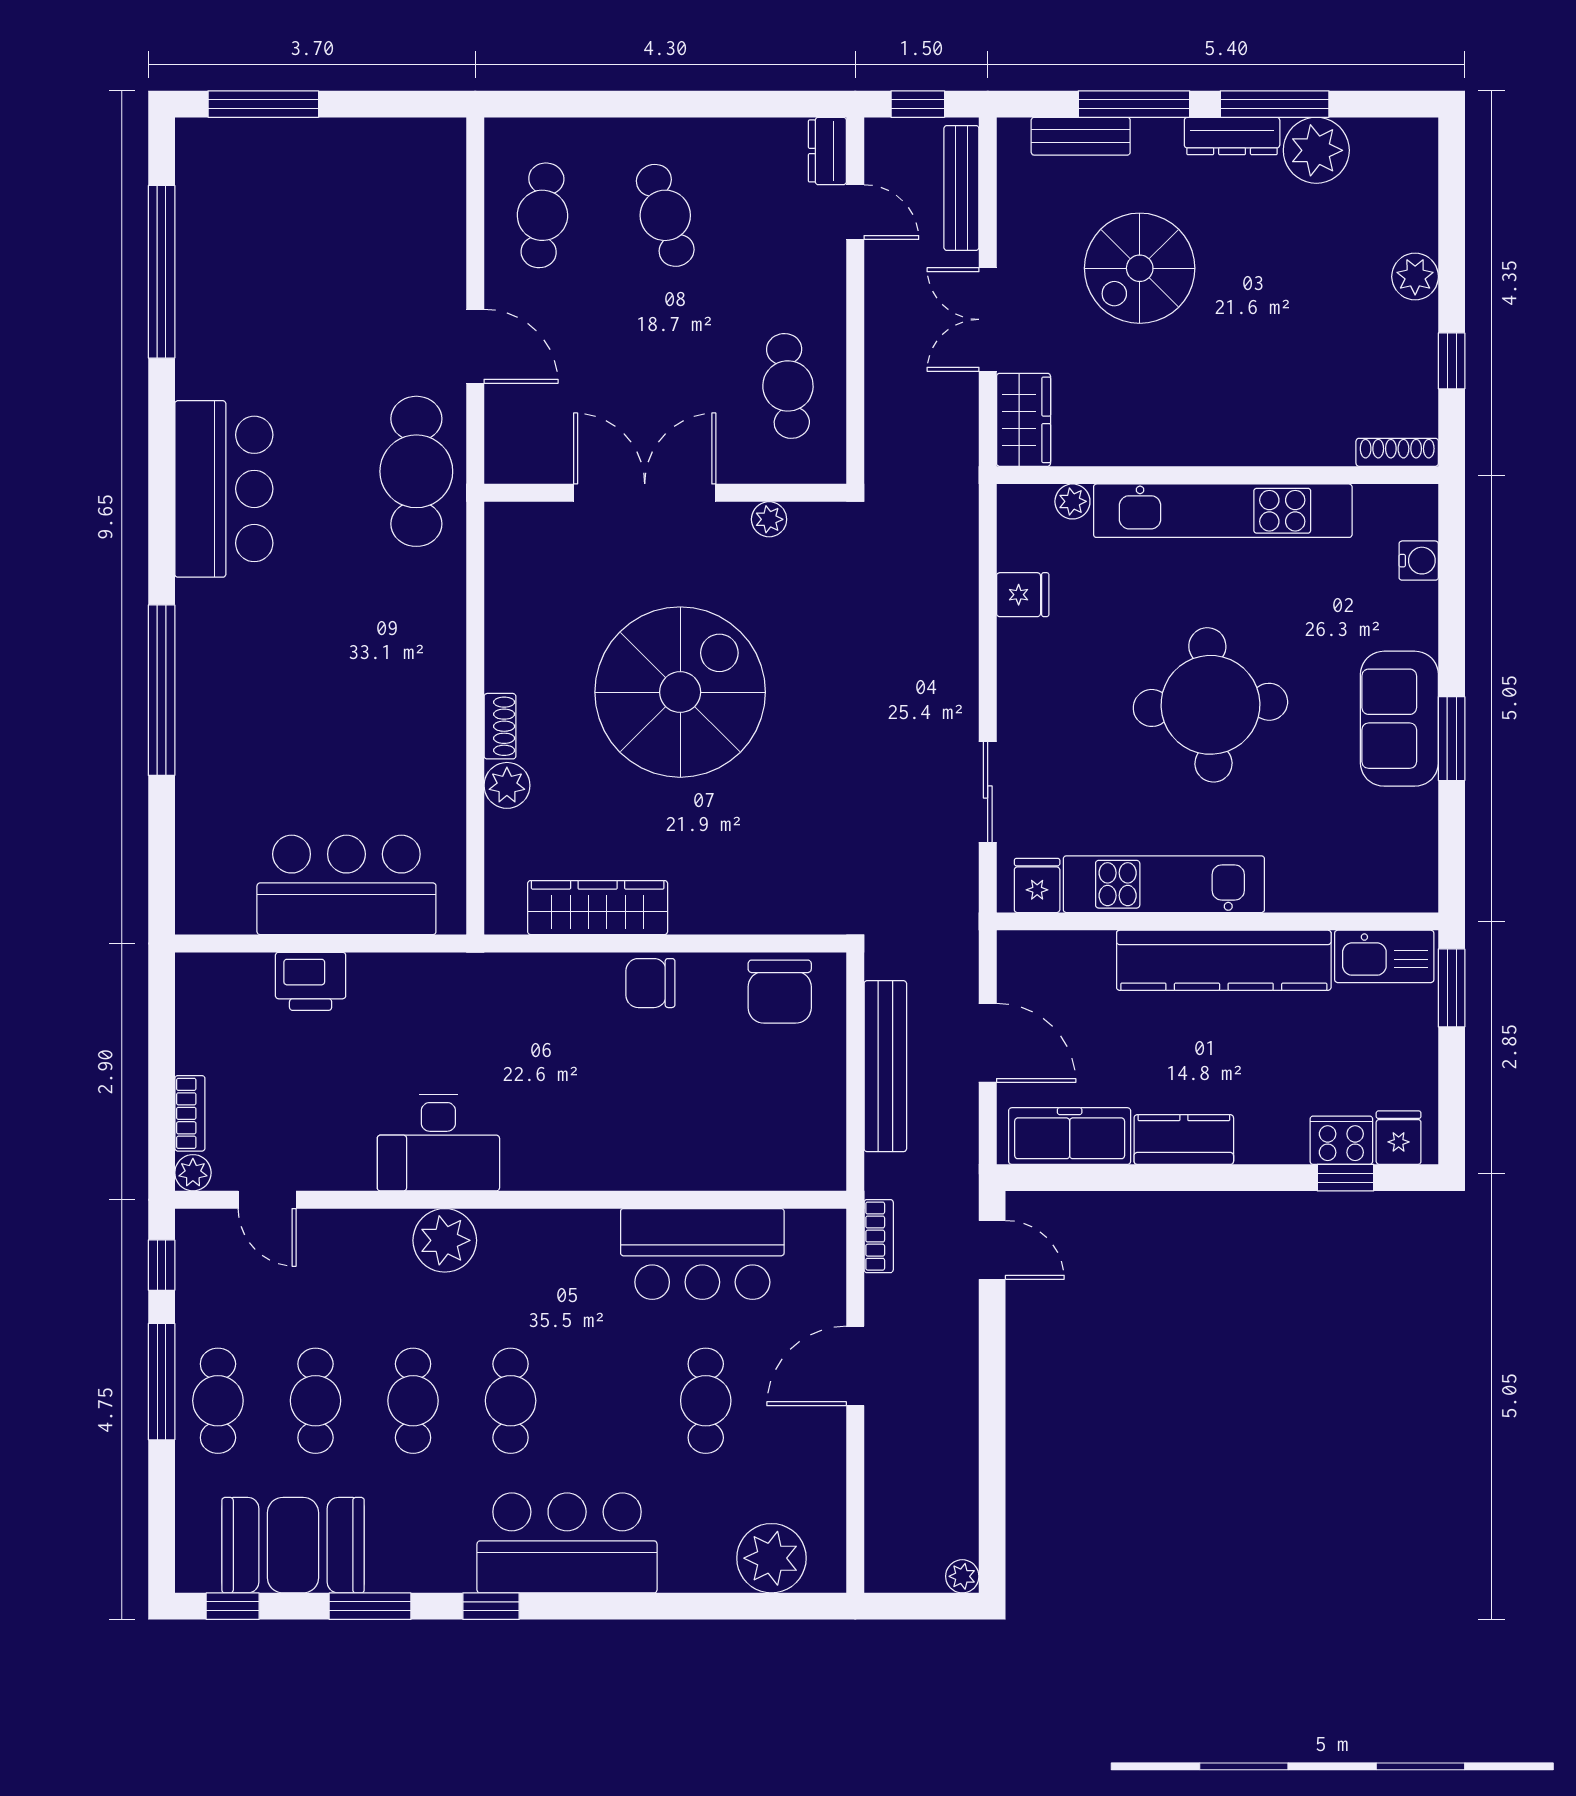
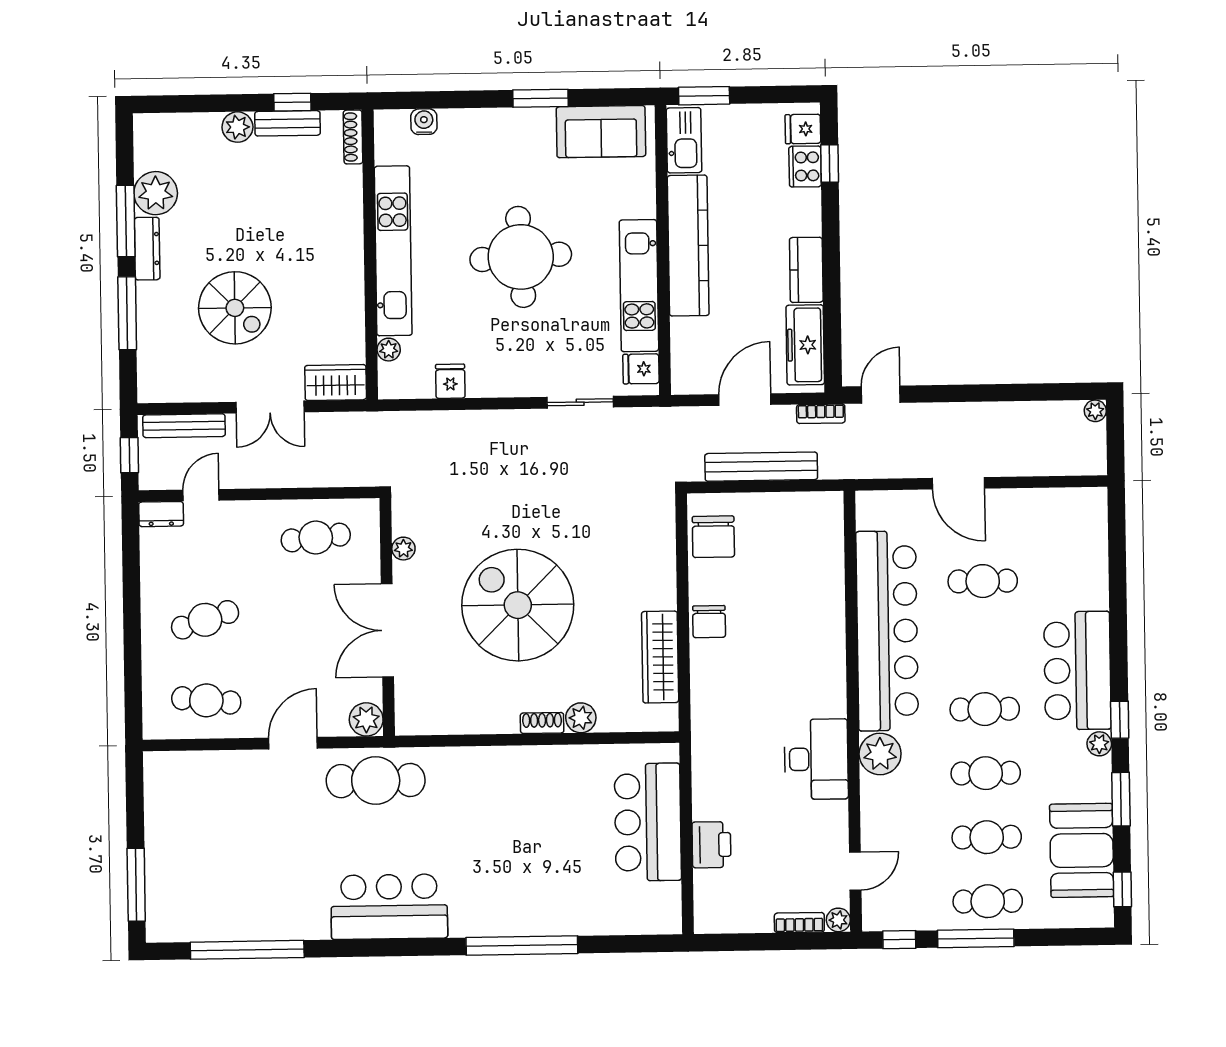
bench: (1081, 136) -> (288, 123), moved, turned 90
plant: (510, 458) -> (366, 719), added
sofa: (1399, 719) -> (601, 132), moved
chair: (780, 992) -> (713, 537), turned 90
bookcase: (879, 1236) -> (821, 414), moved, turned 180
bar counter: (702, 1254) -> (887, 631), width x1.86
plant: (771, 1558) -> (1099, 744), moved, width x0.53, depth x0.53

